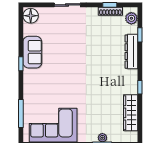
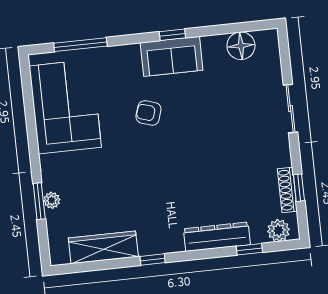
floor lamp: (31, 16) -> (241, 46), moved
sofa: (32, 52) -> (172, 56), moved
armchair: (61, 81) -> (148, 113), added

